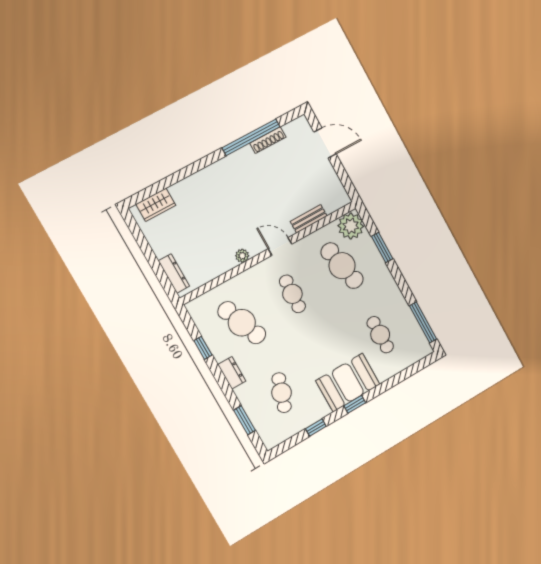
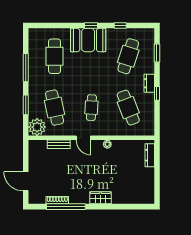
wardrobe: (156, 205) -> (100, 198), moved
window: (423, 322) -> (26, 68), moved
cafe table: (380, 335) -> (55, 56), width x1.37, depth x1.35
window: (203, 348) -> (157, 93), moved
cafe table: (282, 393) -> (128, 56), width x1.37, depth x1.35

